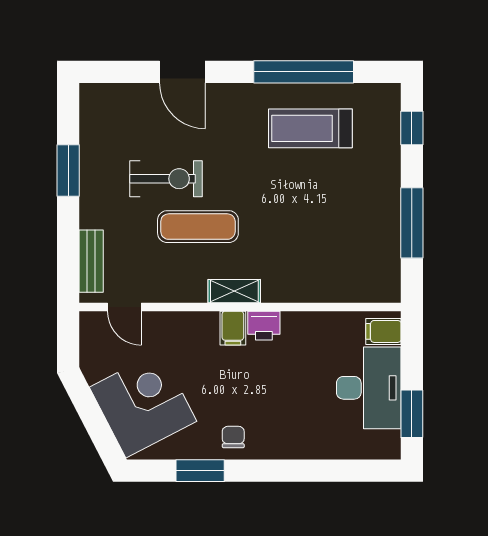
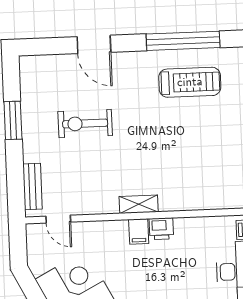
treadmill: (310, 128) -> (190, 82), turned 180
exercise bike: (166, 179) -> (85, 124), turned 180
exercise mat: (198, 227) -> (110, 158), removed

